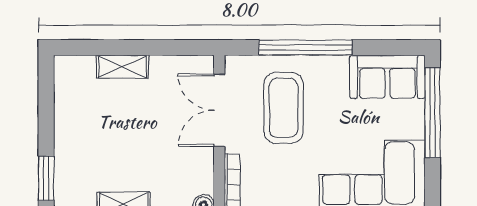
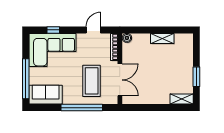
shelving: (122, 67) -> (182, 99), moved
window: (46, 178) -> (196, 77), moved

